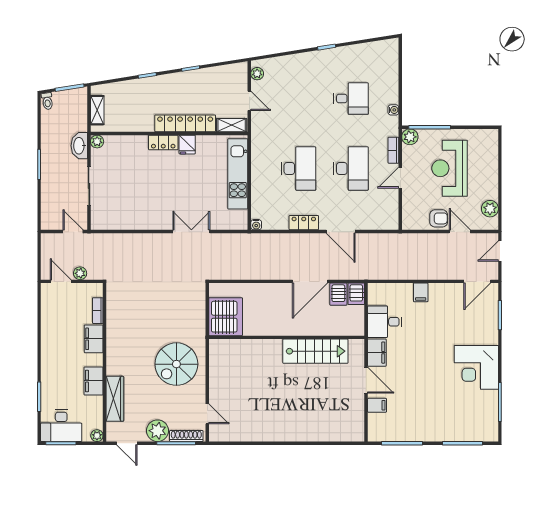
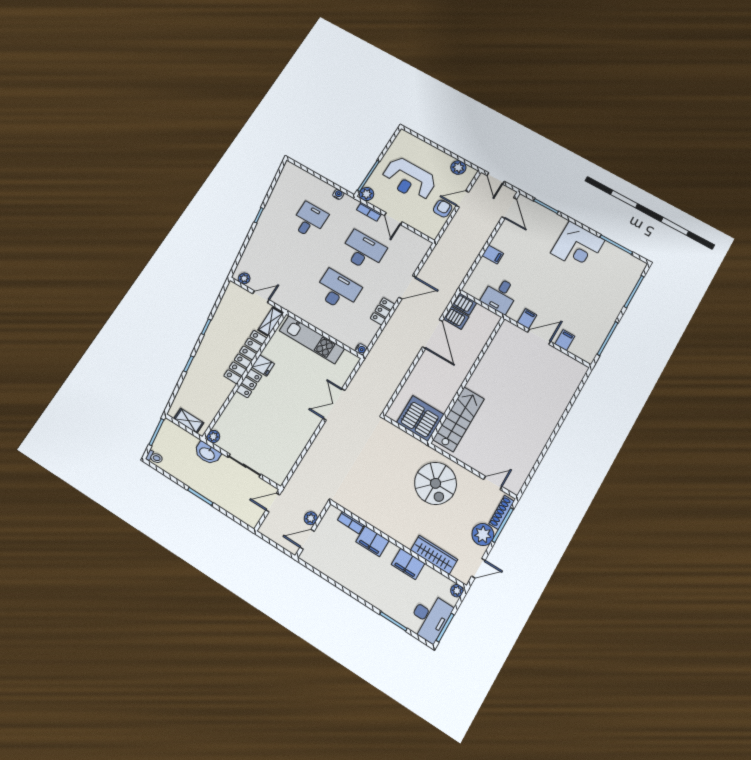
stairs: (315, 351) -> (459, 419), moved
filing cabinet: (377, 353) -> (527, 319), width x0.50

